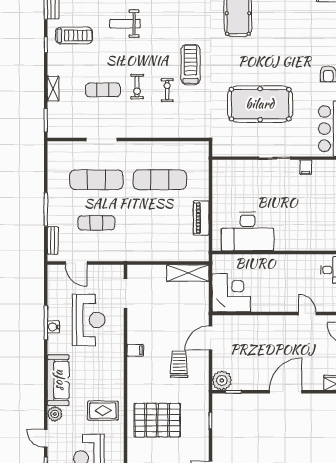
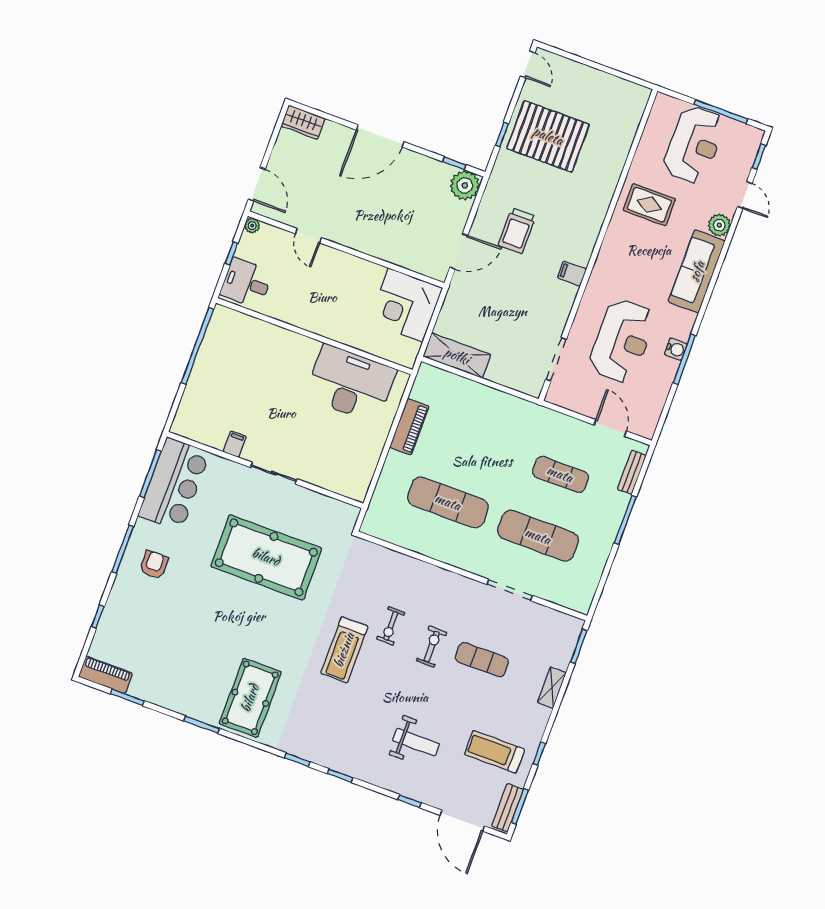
reception desk: (89, 320) -> (622, 341), turned 180
pallet: (157, 420) -> (548, 136), moved

